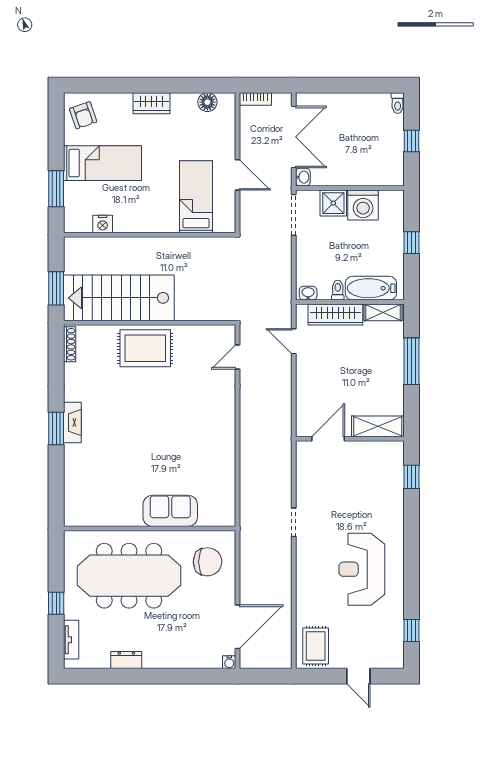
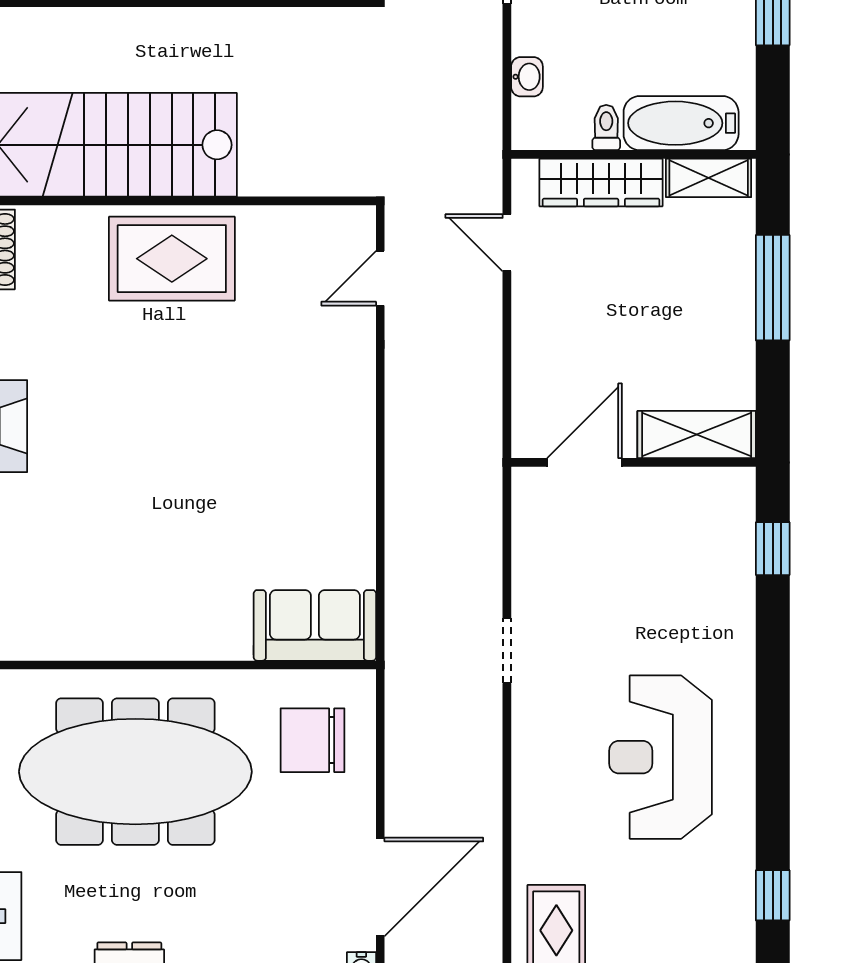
washbasin: (308, 293) -> (527, 77), moved, turned 90
sofa: (170, 511) -> (315, 625), moved
chair: (208, 562) -> (312, 740), turned 180

